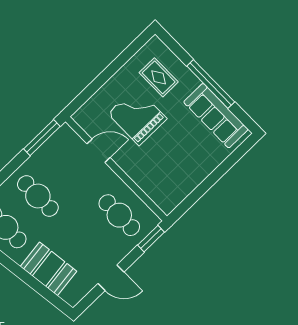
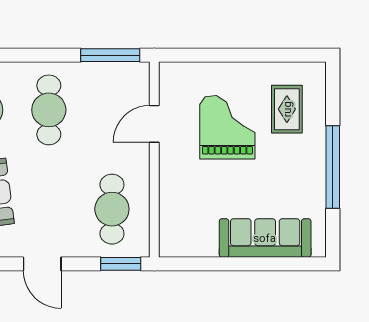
sofa: (216, 116) -> (265, 238), moved, turned 90
door: (99, 151) -> (154, 124), swing flipped

